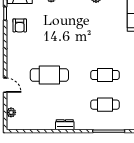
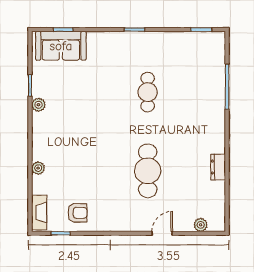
cafe table: (105, 105) -> (190, 92), removed
dresser: (65, 125) -> (218, 167), moved

